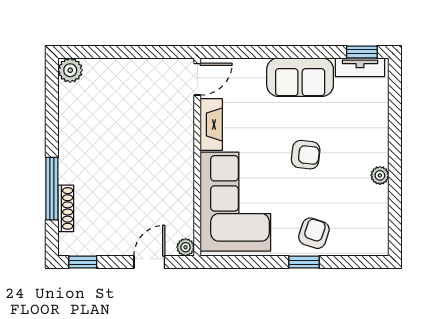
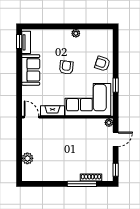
plant: (70, 70) -> (27, 158), moved
door: (149, 262) -> (116, 139), swing flipped
window: (304, 262) -> (116, 85), moved

